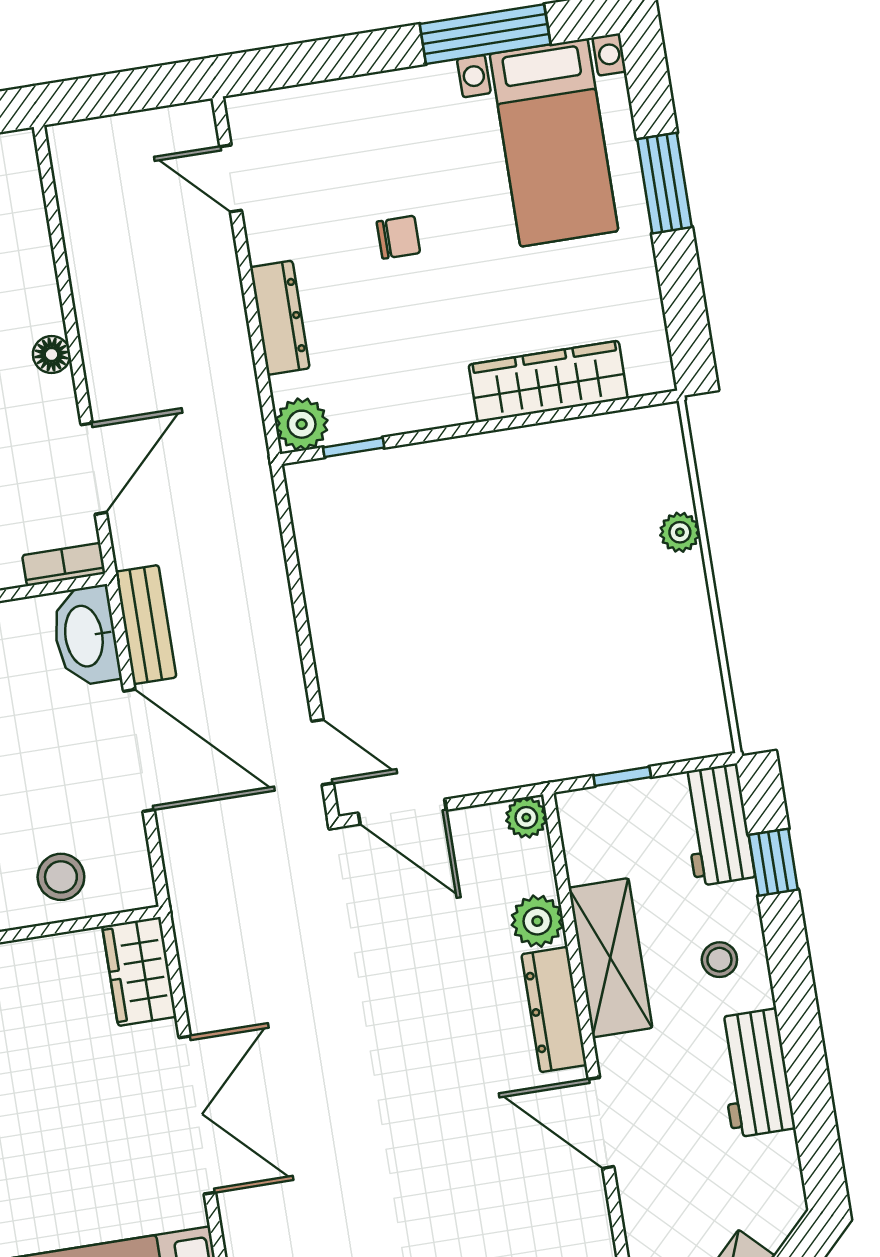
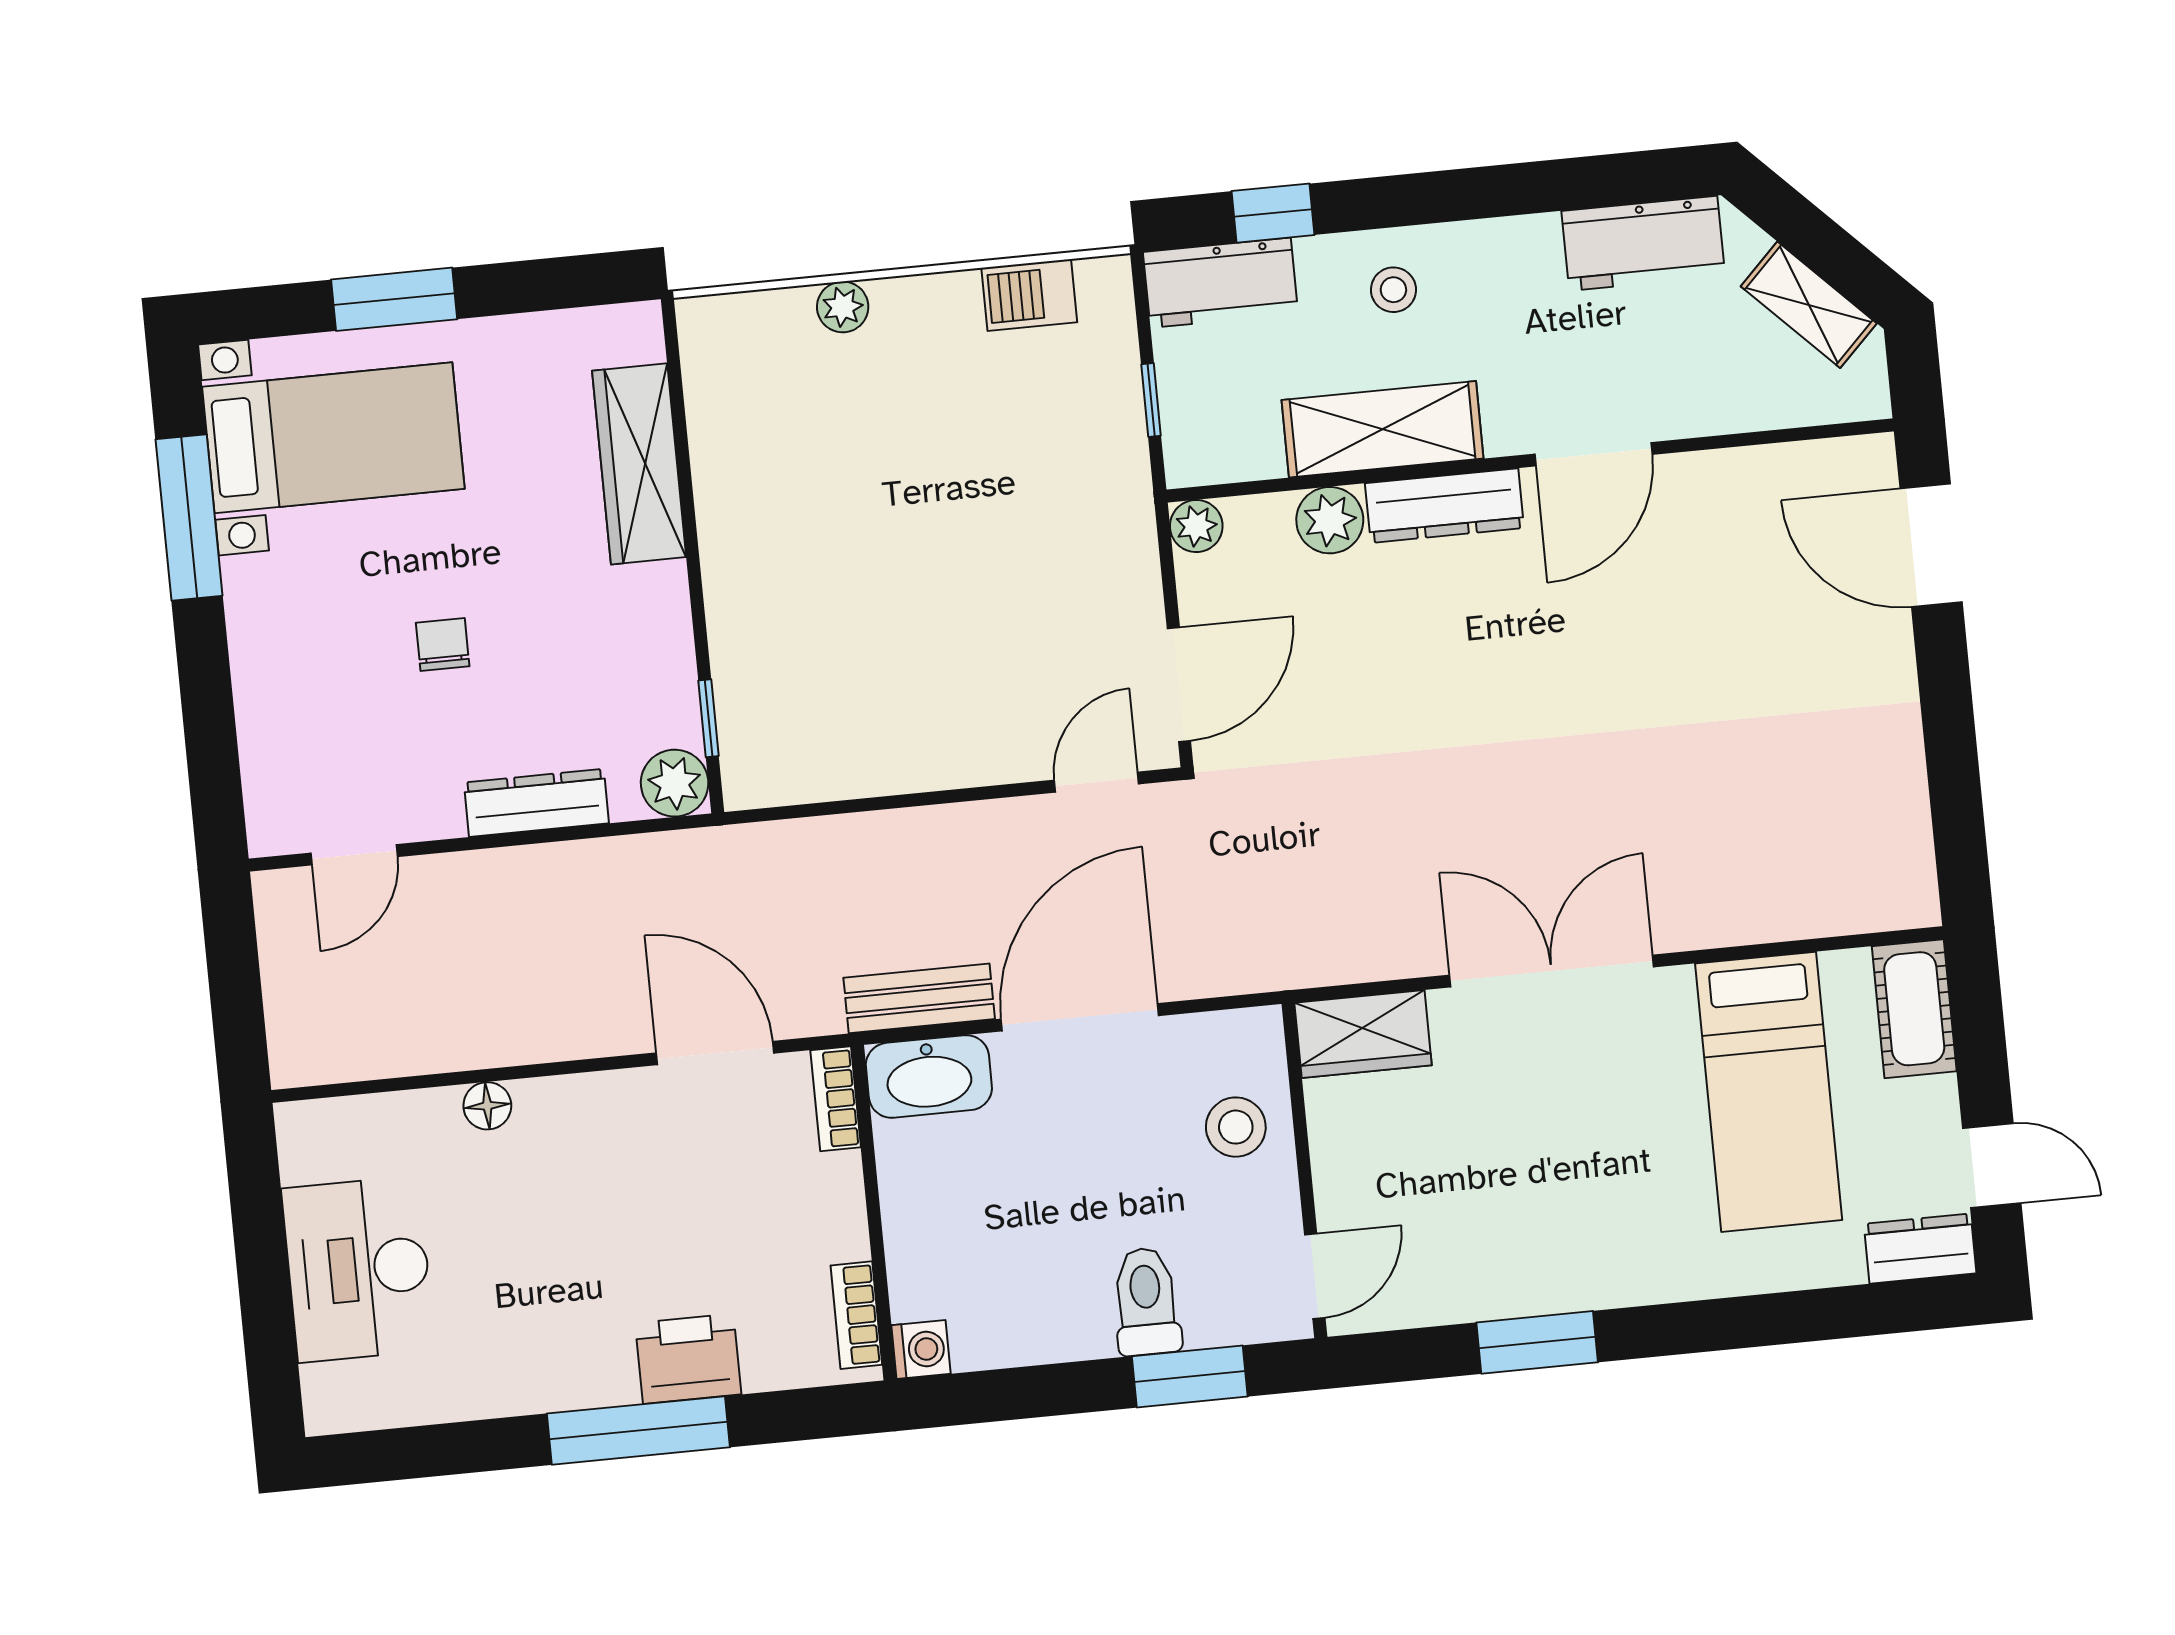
floor lamp: (52, 354) -> (487, 1106), moved
barbecue: (698, 677) -> (1029, 295), added
workbench: (755, 1073) -> (1643, 243), moved

